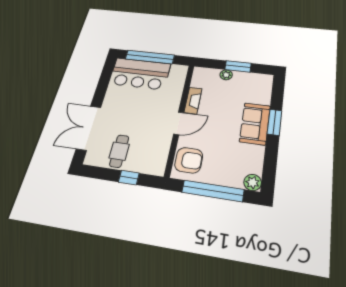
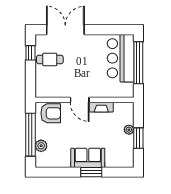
armchair: (189, 160) -> (51, 113), turned -90
window: (129, 178) -> (30, 53), moved
plant: (253, 182) -> (41, 146), moved

